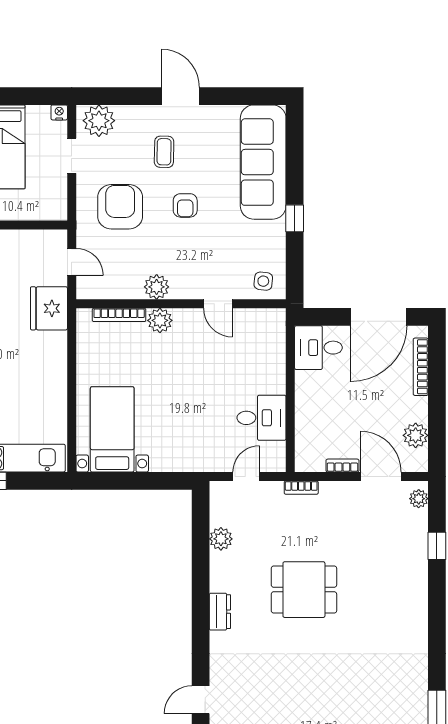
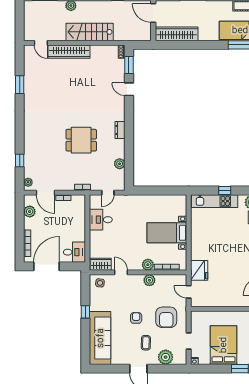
plant: (99, 121) -> (166, 357), moved
wardrobe: (262, 321) -> (101, 264), added
bed with nightstands: (112, 429) -> (167, 233), moved, turned 90
door: (201, 700) -> (129, 89), swing flipped

